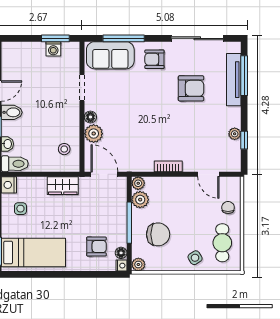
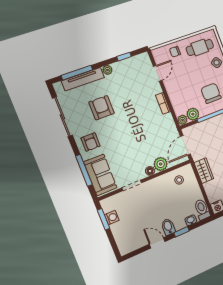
plant: (235, 134) -> (107, 70), moved

